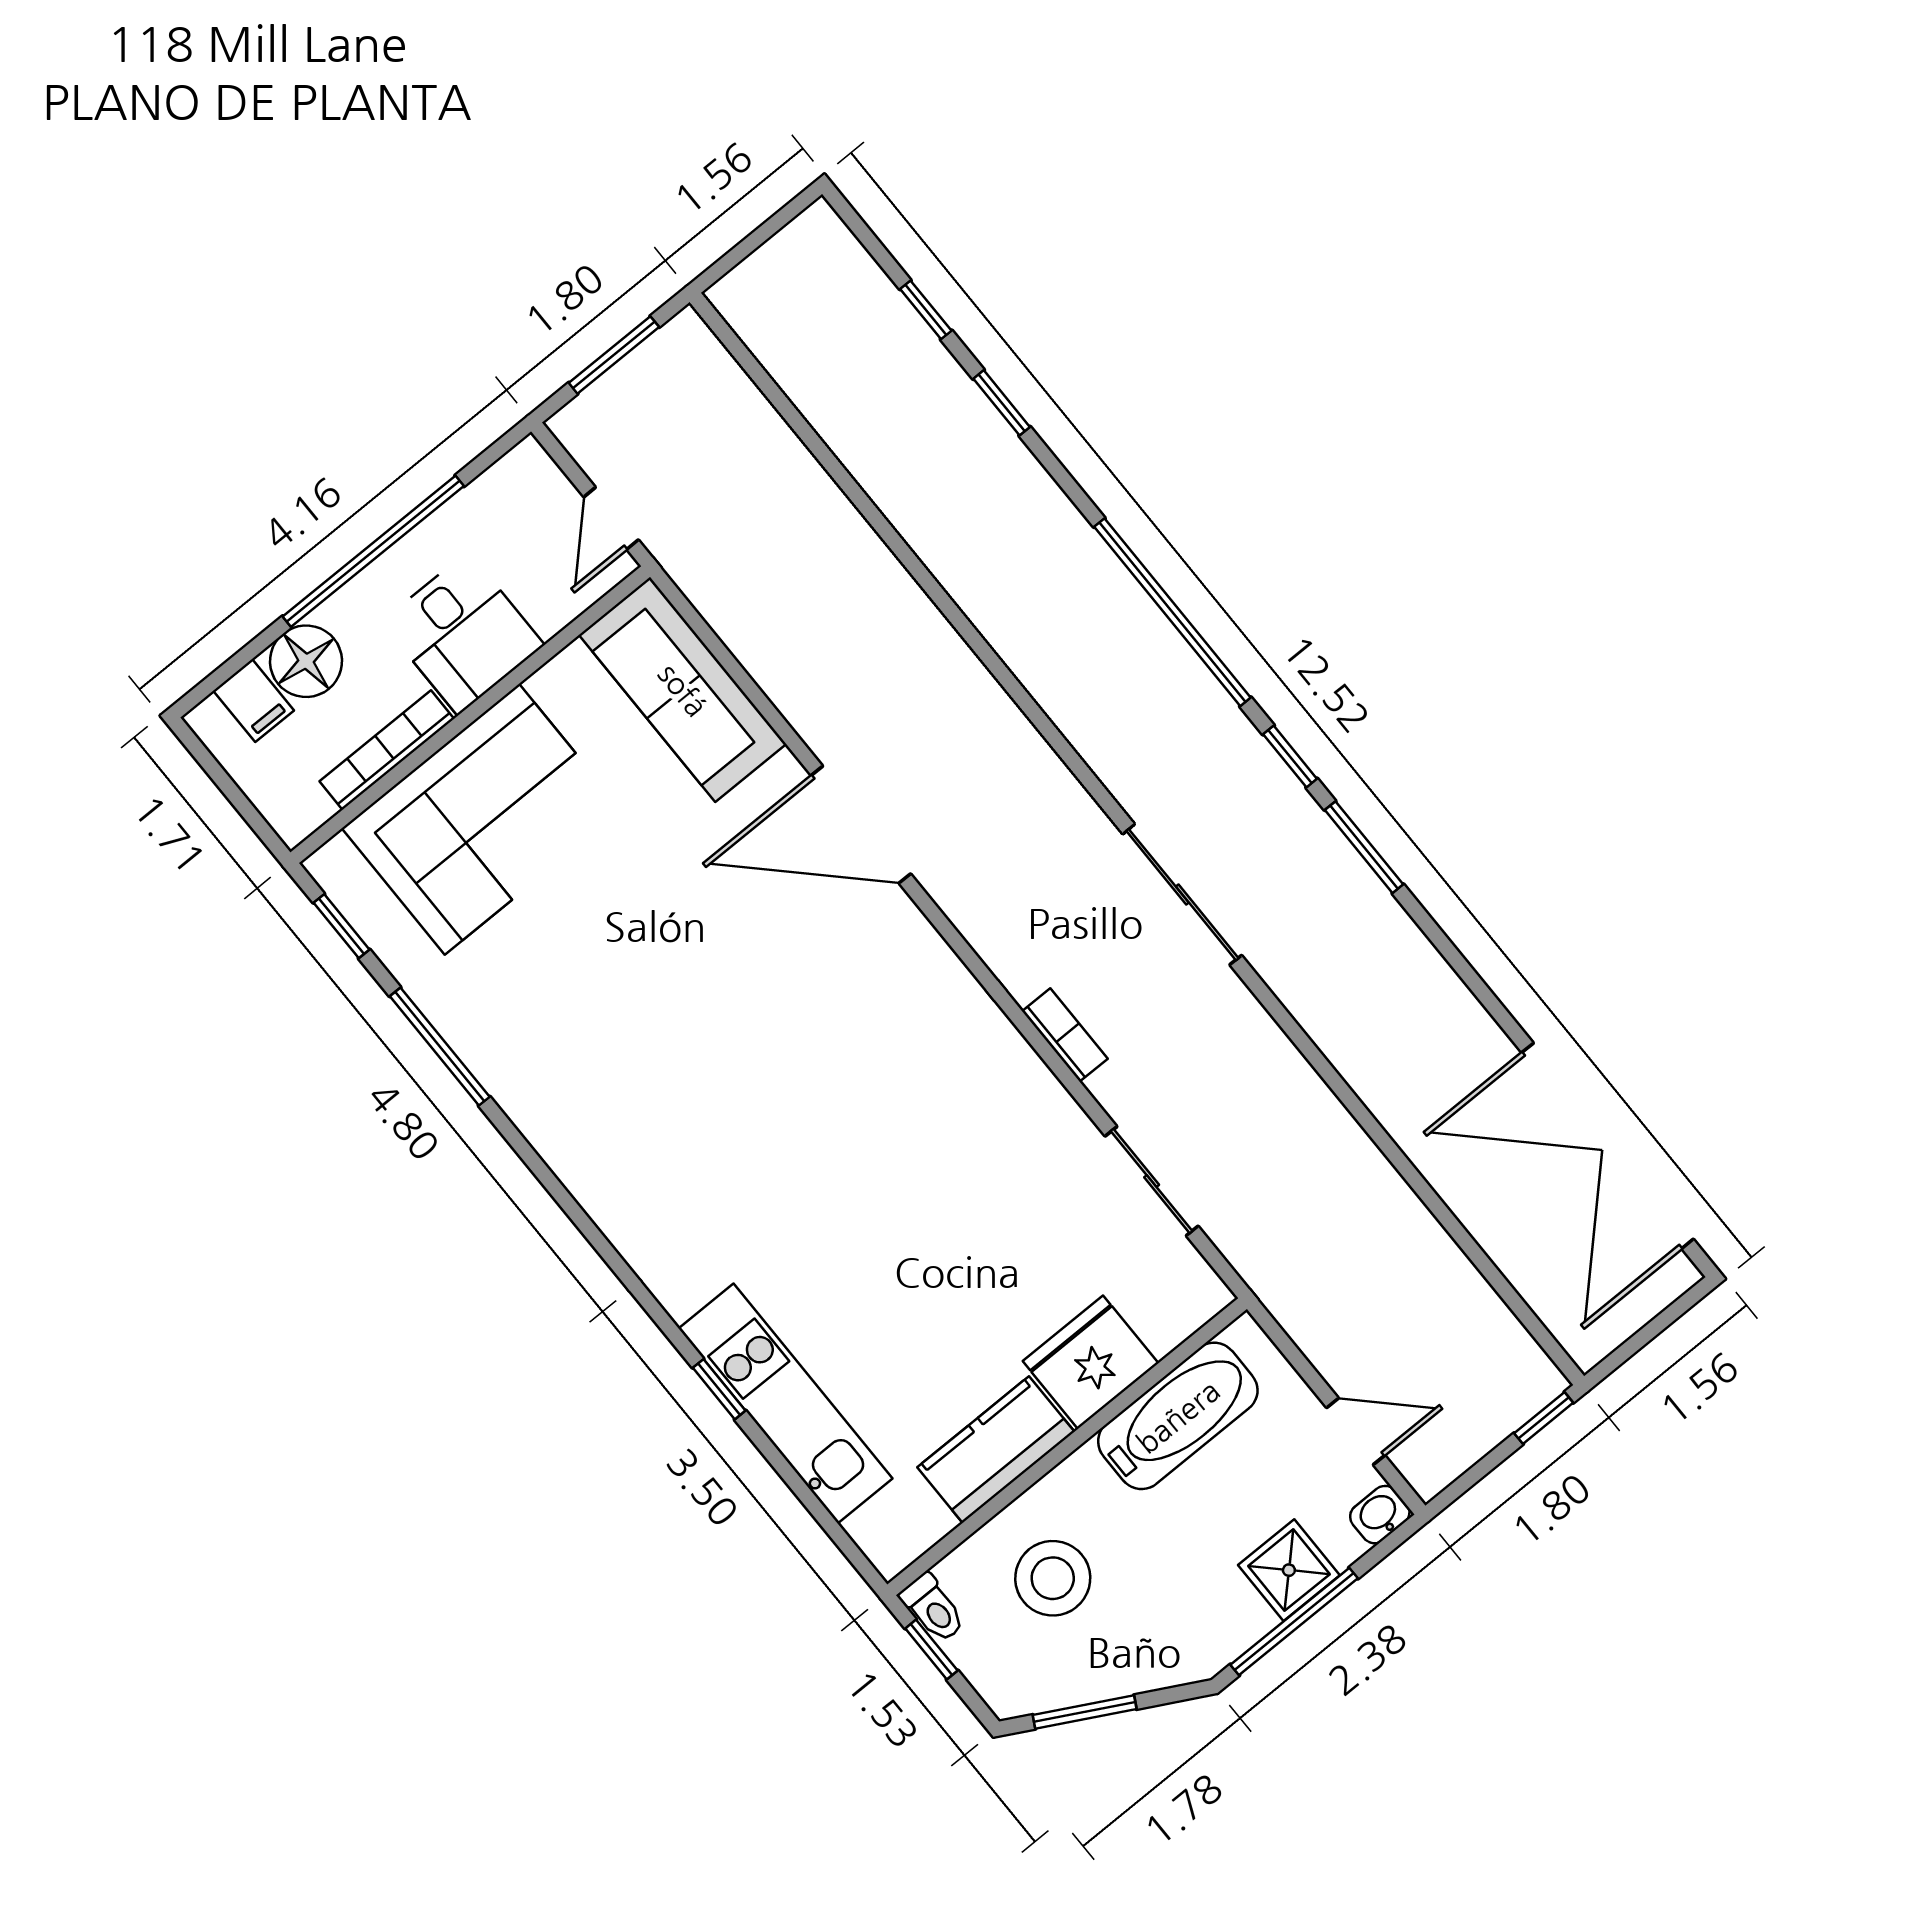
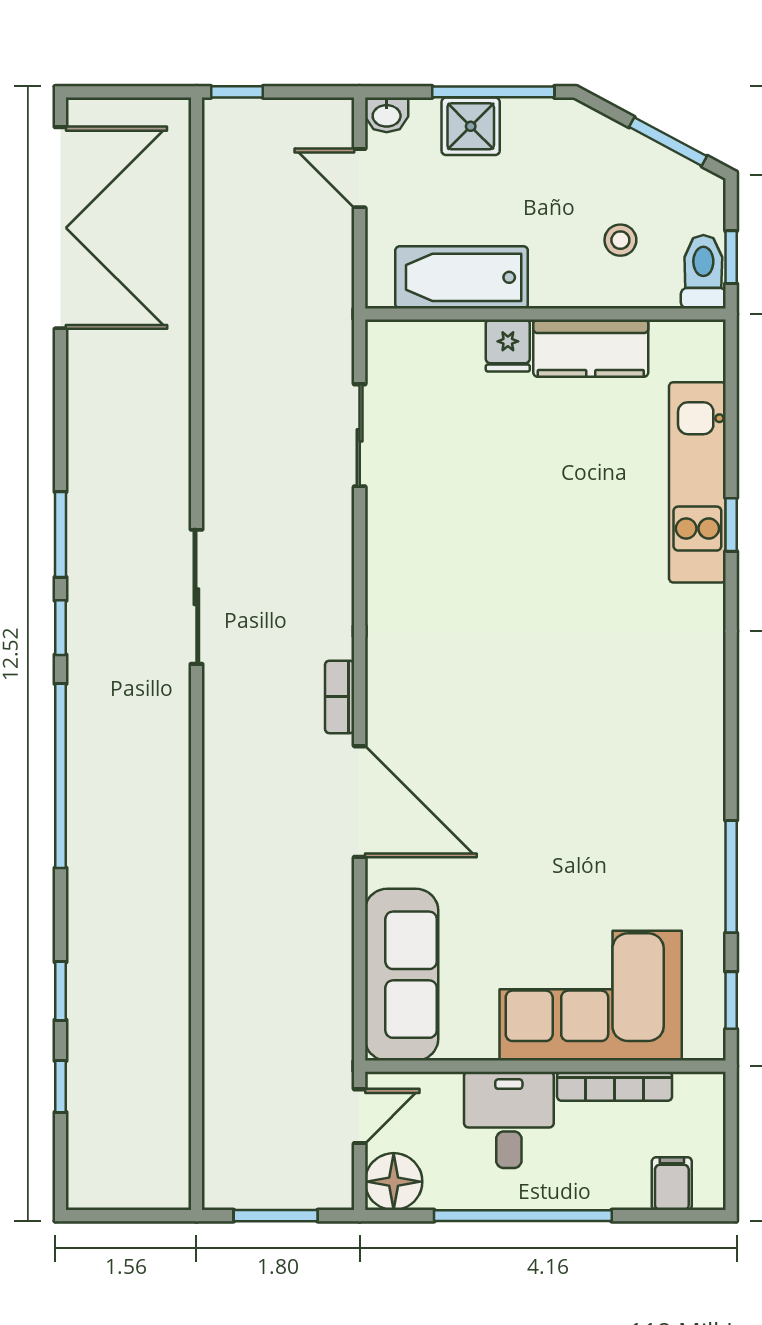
floor lamp: (306, 661) -> (394, 1182), moved
bookcase: (1065, 1035) -> (340, 697), moved
fridge: (1091, 1362) -> (508, 346), width x0.53, depth x0.75
stool: (1053, 1578) -> (620, 240), width x0.53, depth x0.53
toilet: (933, 1608) -> (703, 272), width x1.37, depth x1.39

